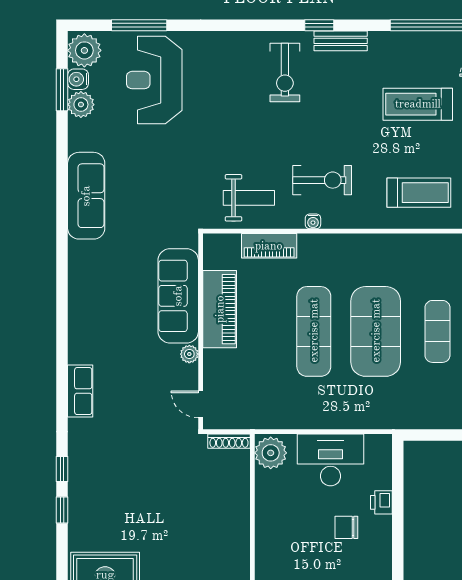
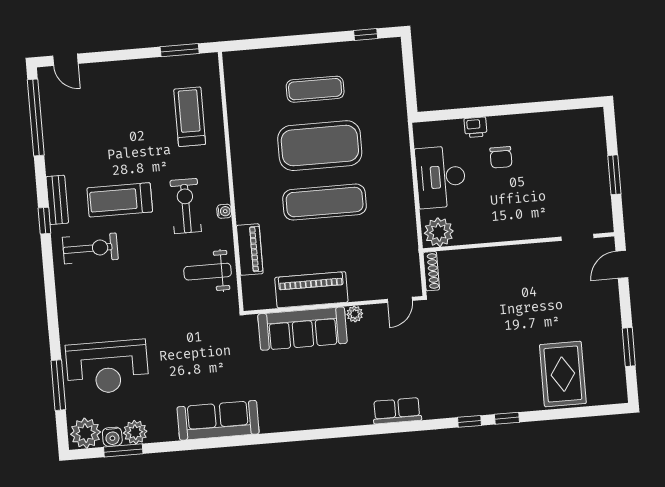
treadmill: (418, 104) -> (120, 200), moved, turned 90
weight bench: (249, 198) -> (208, 272), turned -90

